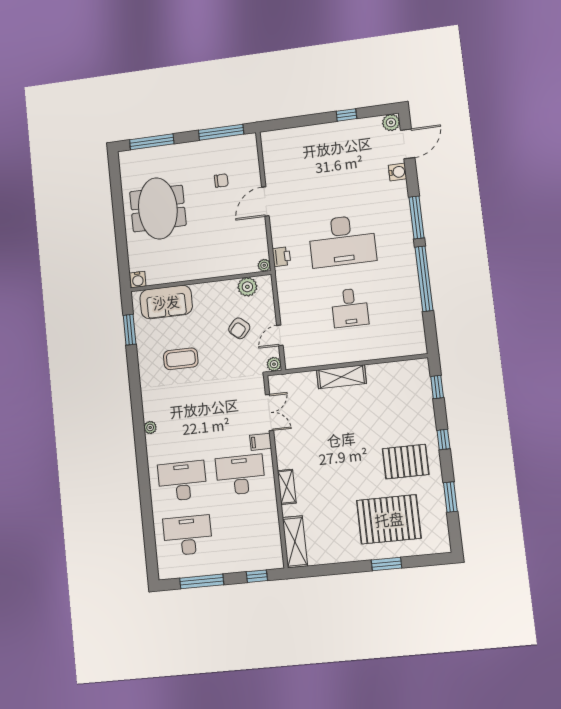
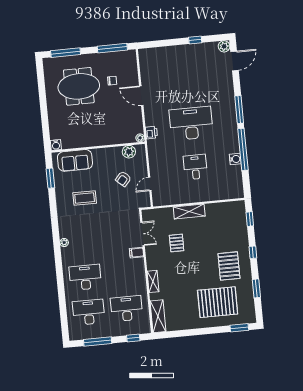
water cooler: (397, 172) -> (235, 159), moved
door: (265, 201) -> (141, 96), hinge flipped
meeting table: (158, 209) -> (79, 86), moved, turned 90
desk: (342, 241) -> (191, 123), turned 180
desk: (350, 308) -> (195, 167), turned 180
plant: (274, 364) -> (146, 203), removed
pallet: (323, 426) -> (177, 243), added
pallet: (406, 462) -> (229, 266), turned 90
desk: (240, 475) -> (127, 309), moved
window: (386, 564) -> (239, 328), moved

